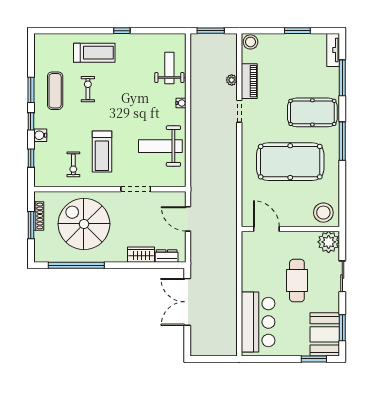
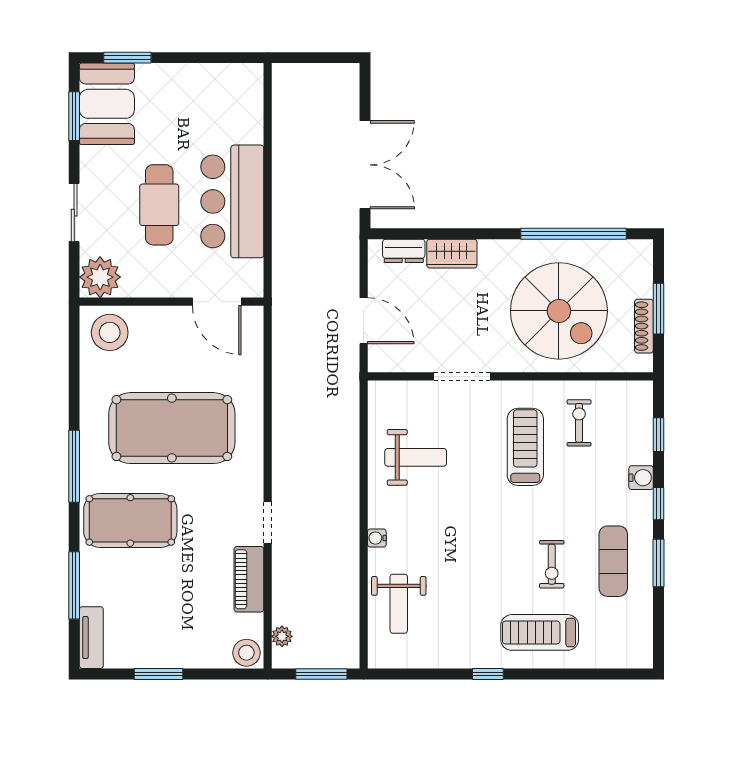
plant: (232, 80) -> (282, 636), moved
weight bench: (160, 146) -> (416, 457), width x0.73, depth x0.75
bar counter: (258, 322) -> (232, 201), moved

